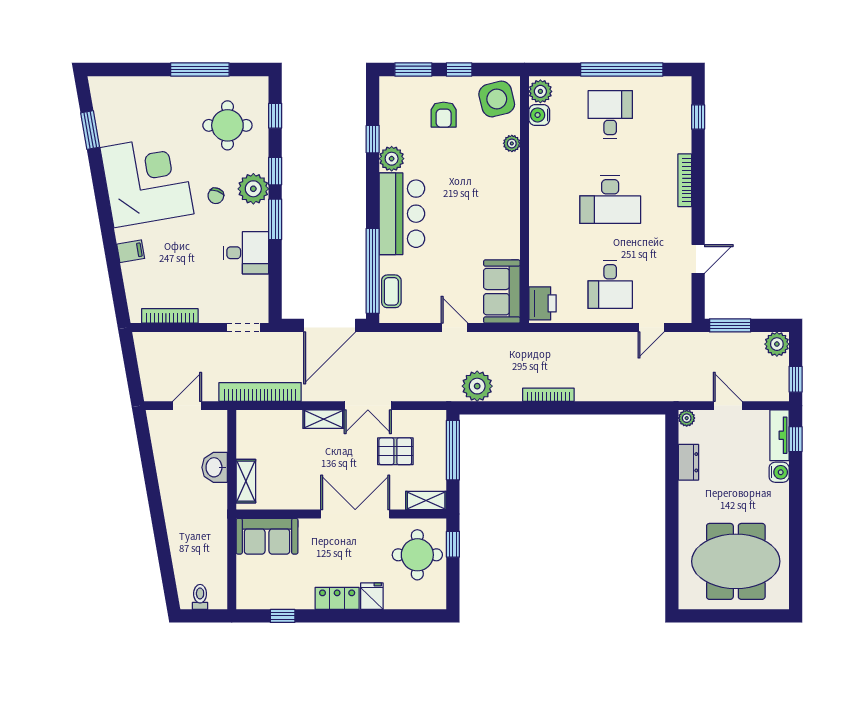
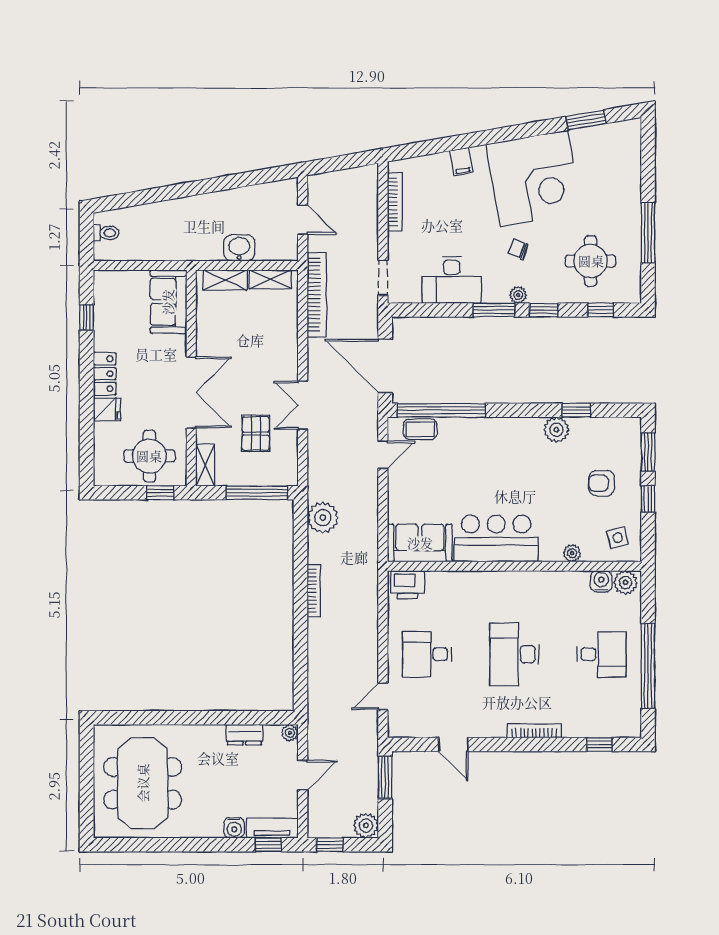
side table: (497, 99) -> (618, 538), width x0.54, depth x0.54
plant: (253, 189) -> (518, 295), width x0.53, depth x0.53
bar counter: (402, 214) -> (496, 538), moved, turned 180
desk: (246, 253) -> (452, 280), width x1.37
door: (455, 328) -> (383, 455), moved
door: (651, 328) -> (383, 696), hinge flipped
shelving: (324, 419) -> (270, 279), moved, turned 90

